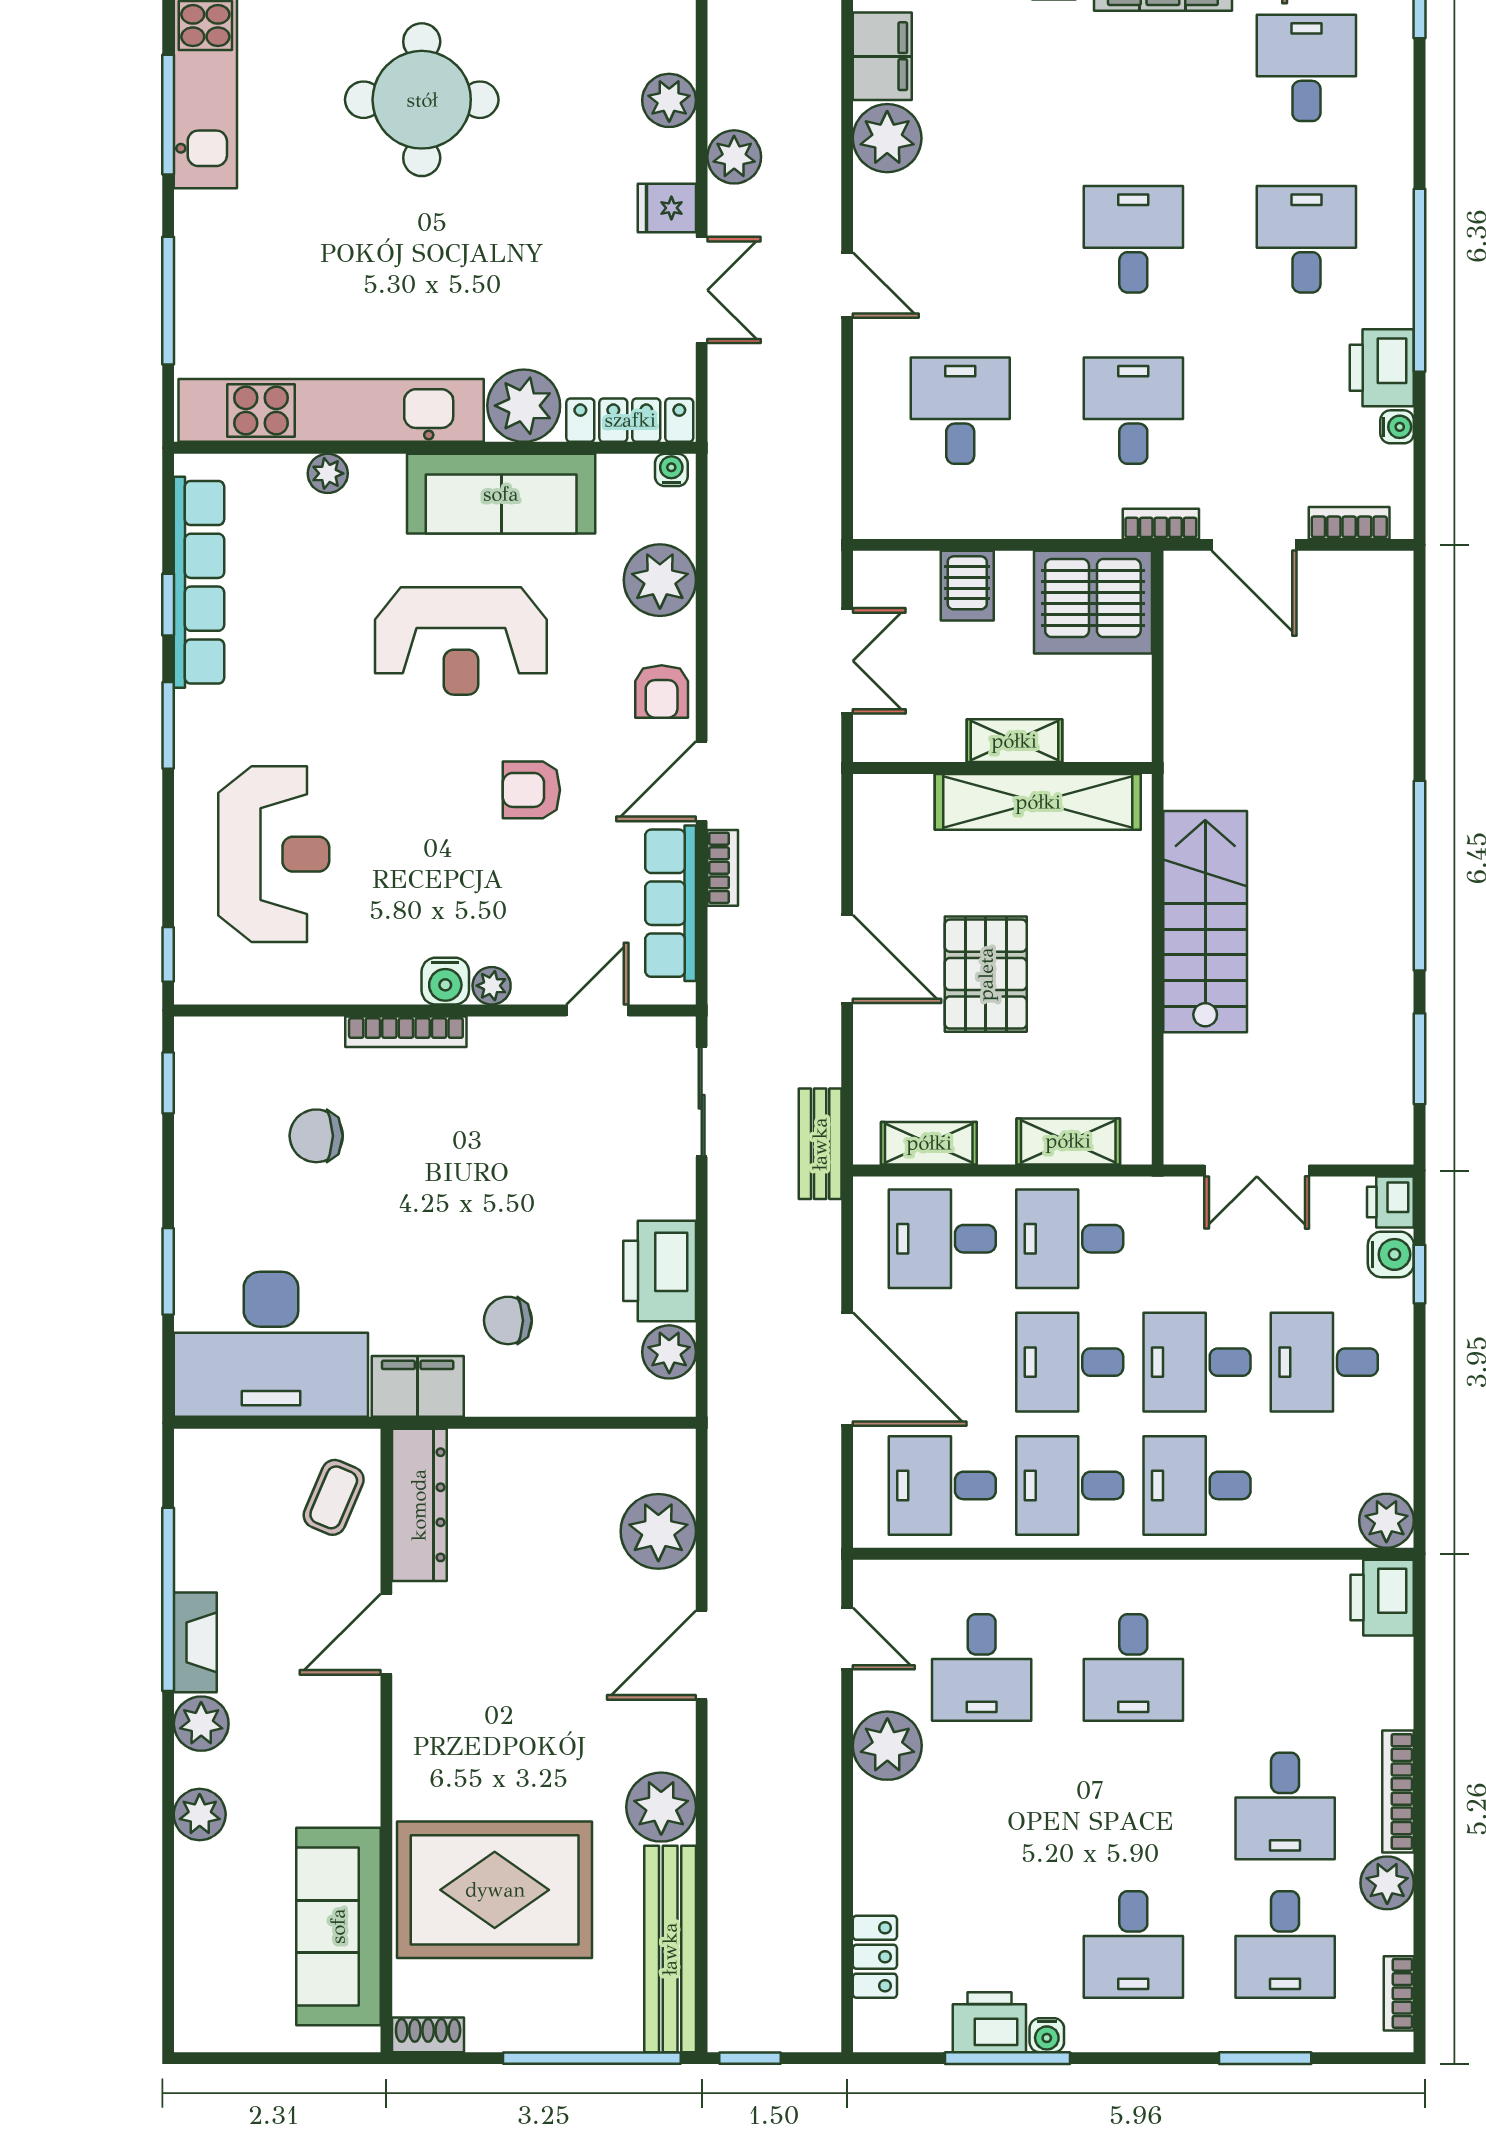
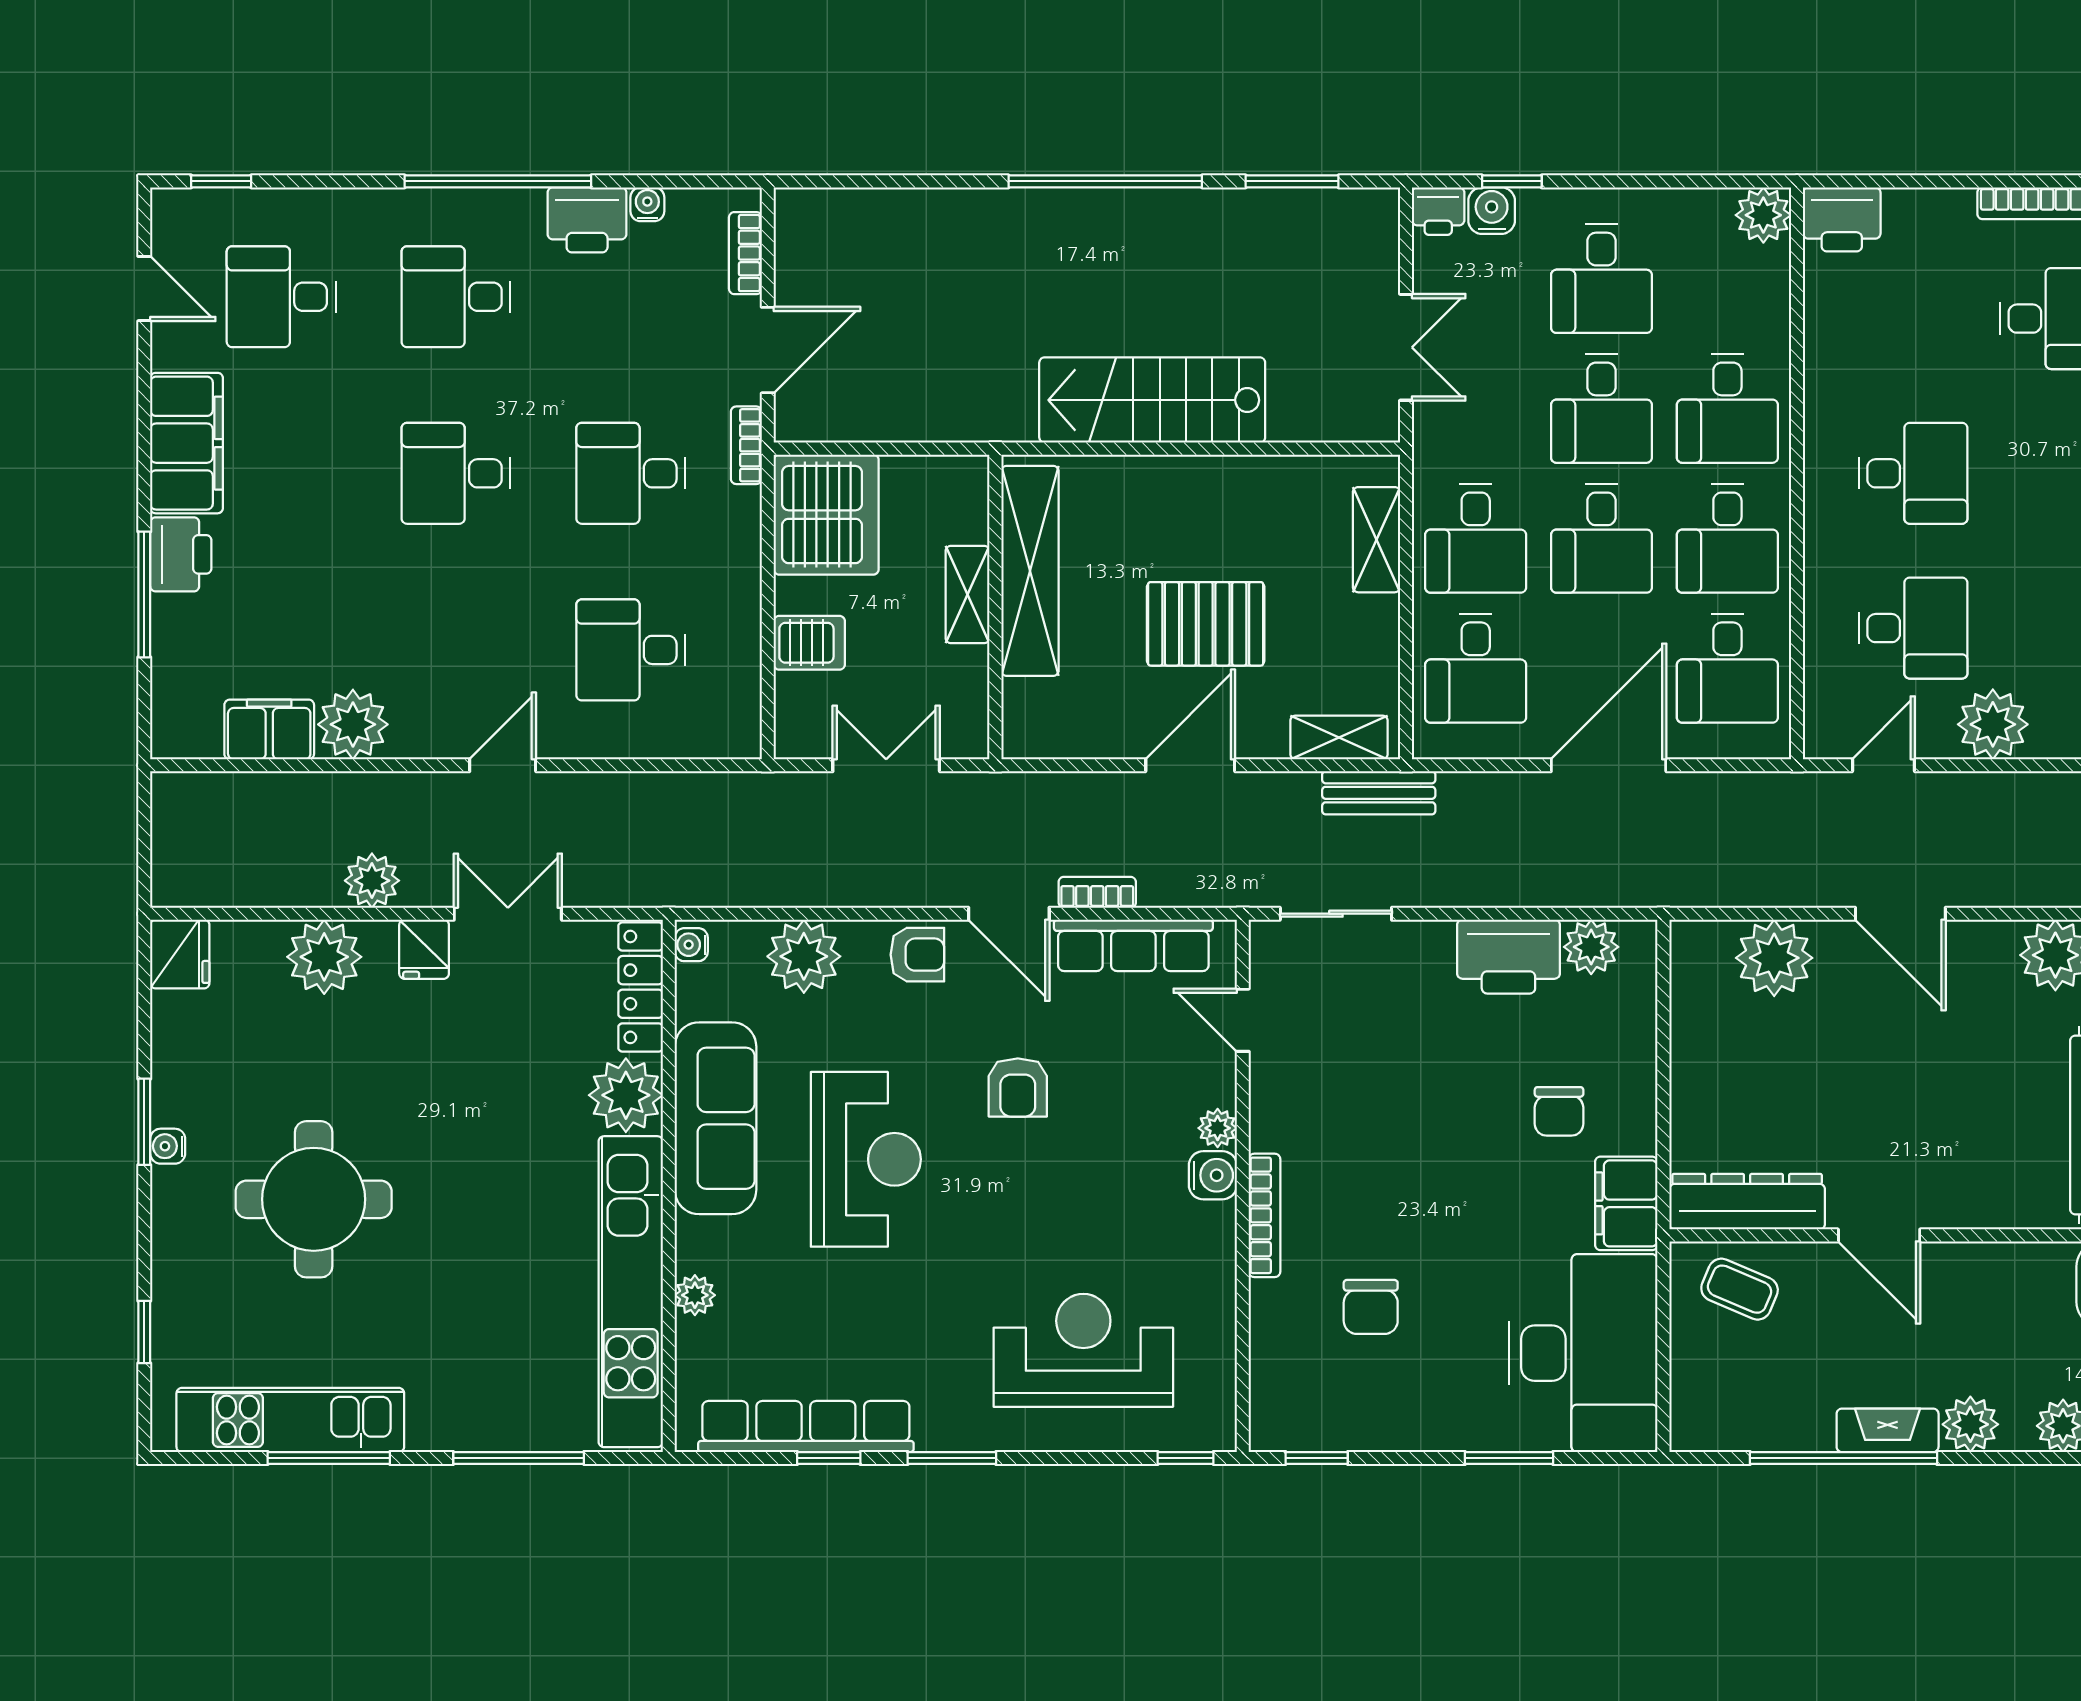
plant: (669, 100) -> (324, 957), width x1.36, depth x1.36
shelving: (929, 1143) -> (1339, 737), moved, turned 90

